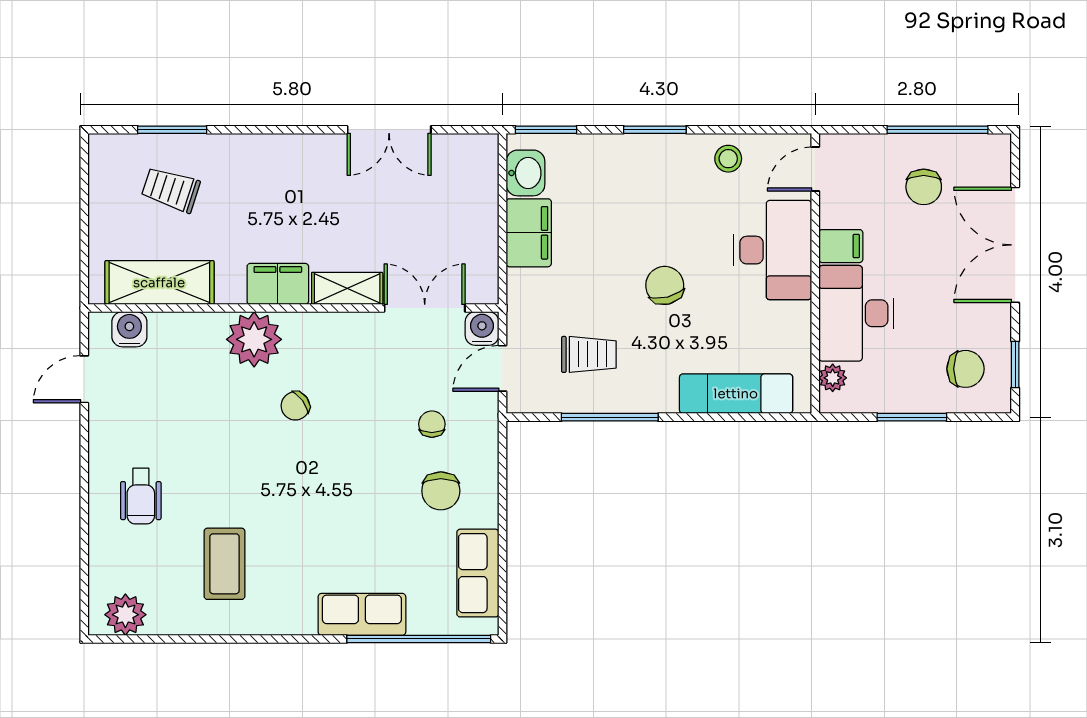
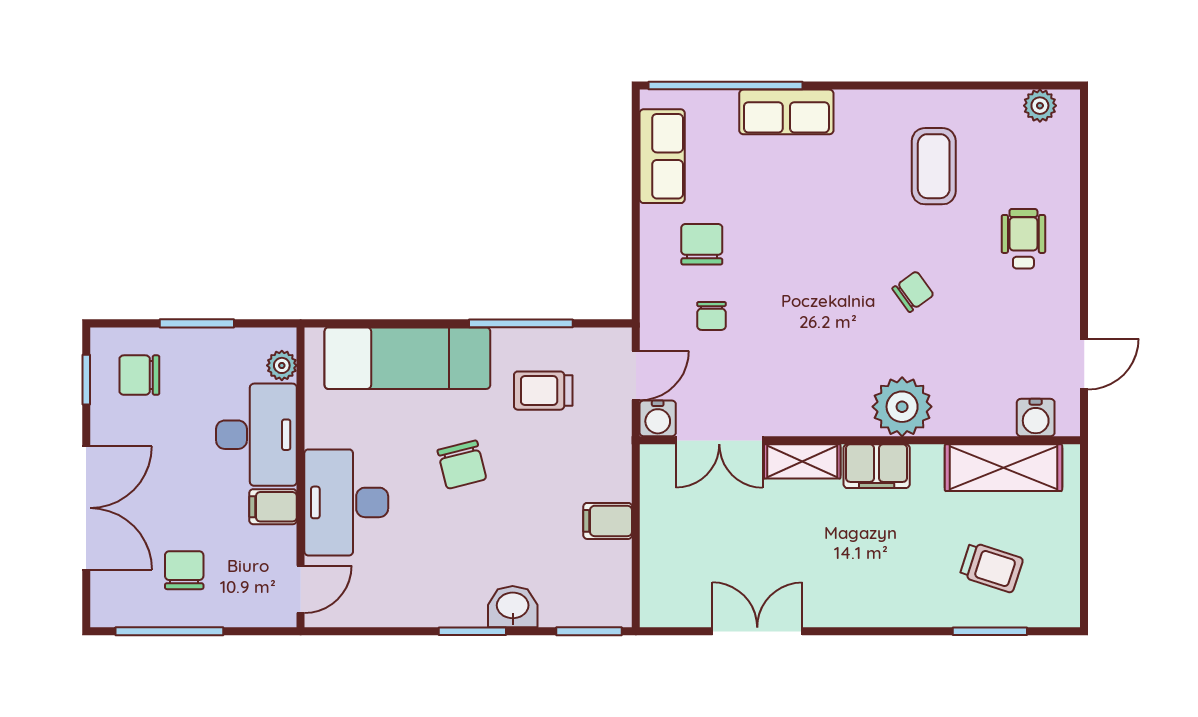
stool: (728, 159) -> (394, 600), removed
washbasin: (525, 173) -> (513, 607), moved, turned 90
filing cabinet: (529, 233) -> (608, 521), width x0.50
exam couch: (736, 394) -> (407, 358), width x1.36, depth x1.45
chair: (295, 406) -> (913, 292), moved
plant: (125, 615) -> (1040, 106), width x0.73, depth x0.73

